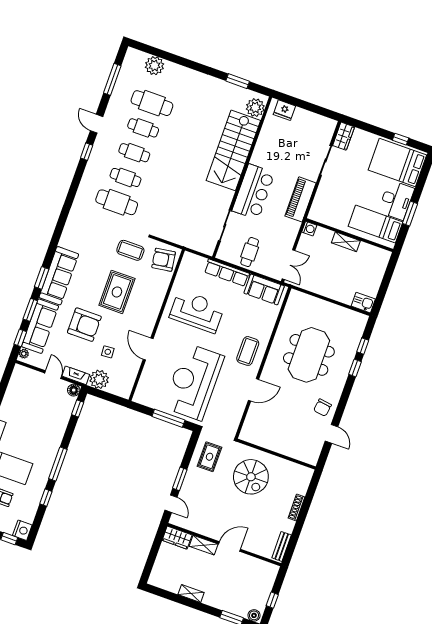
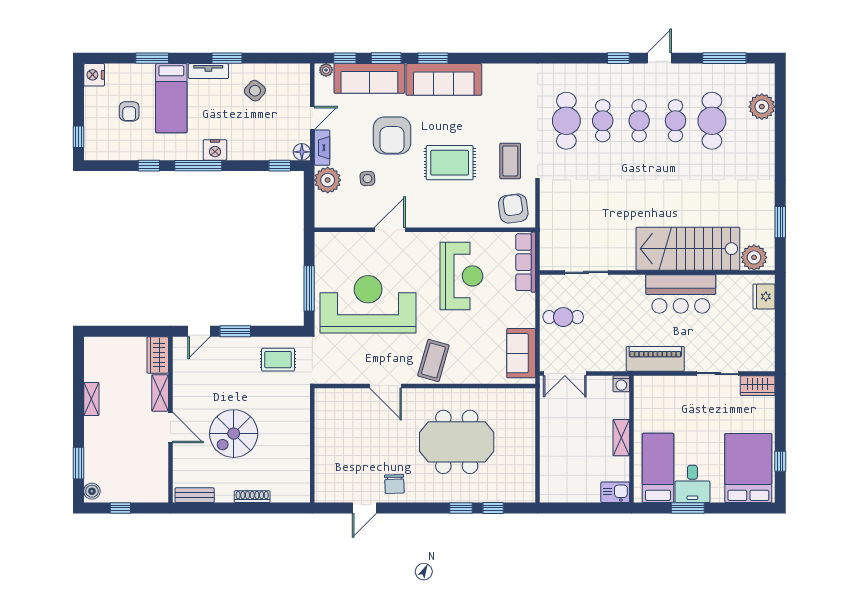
bar counter: (253, 192) -> (681, 294), moved
desk: (396, 200) -> (692, 484), width x0.73
row of seats: (227, 273) -> (526, 262), moved
kitchen sink: (363, 303) -> (615, 492), moved, turned -90
coffee table: (248, 351) -> (433, 360), turned -74
side table: (21, 407) -> (255, 91), added
chair: (322, 408) -> (394, 484), turned -100
spiral stairs: (251, 477) -> (234, 434), moved
nightstand: (22, 530) -> (215, 150), moved

